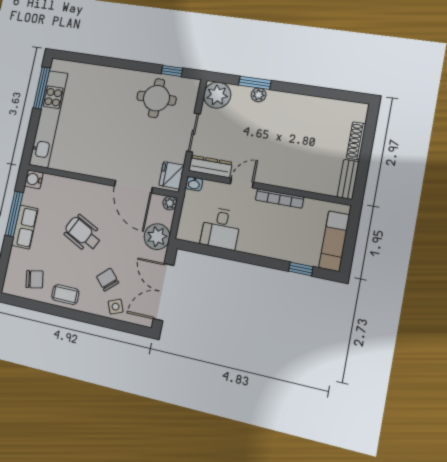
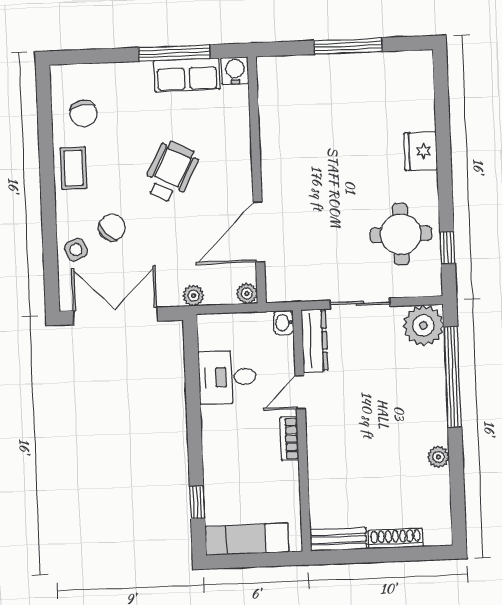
window: (255, 83) -> (453, 377), width x2.11
window: (42, 88) -> (348, 46), moved
plant: (259, 95) -> (438, 457), moved
kitchen unit: (48, 119) -> (334, 69), removed
fridge: (172, 175) -> (421, 151), moved, turned -90
door: (242, 183) -> (300, 392), swing flipped
bookcase: (279, 198) -> (289, 439), width x0.64
row of seats: (25, 227) -> (187, 75), moved
plant: (157, 237) -> (194, 296), width x0.53, depth x0.53

